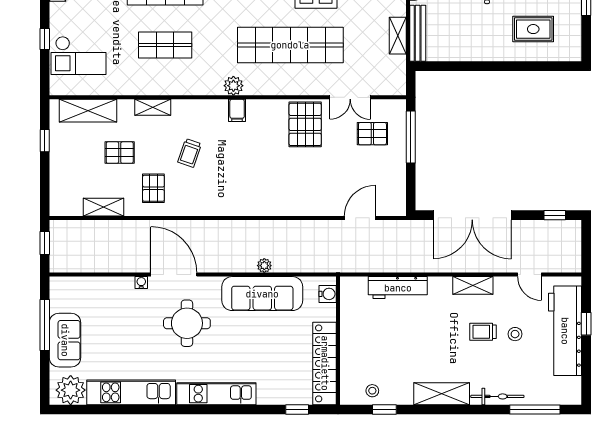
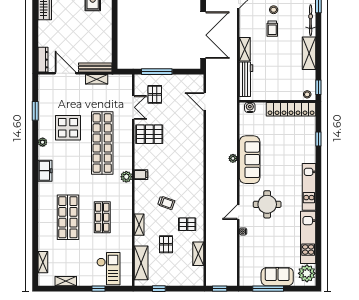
door: (174, 275) -> (238, 212), width x0.53
shelving: (473, 285) -> (245, 49), moved
water cooler: (328, 294) -> (250, 107), moved
wall: (338, 341) -> (278, 101), moved
locker: (325, 363) -> (291, 109), moved

